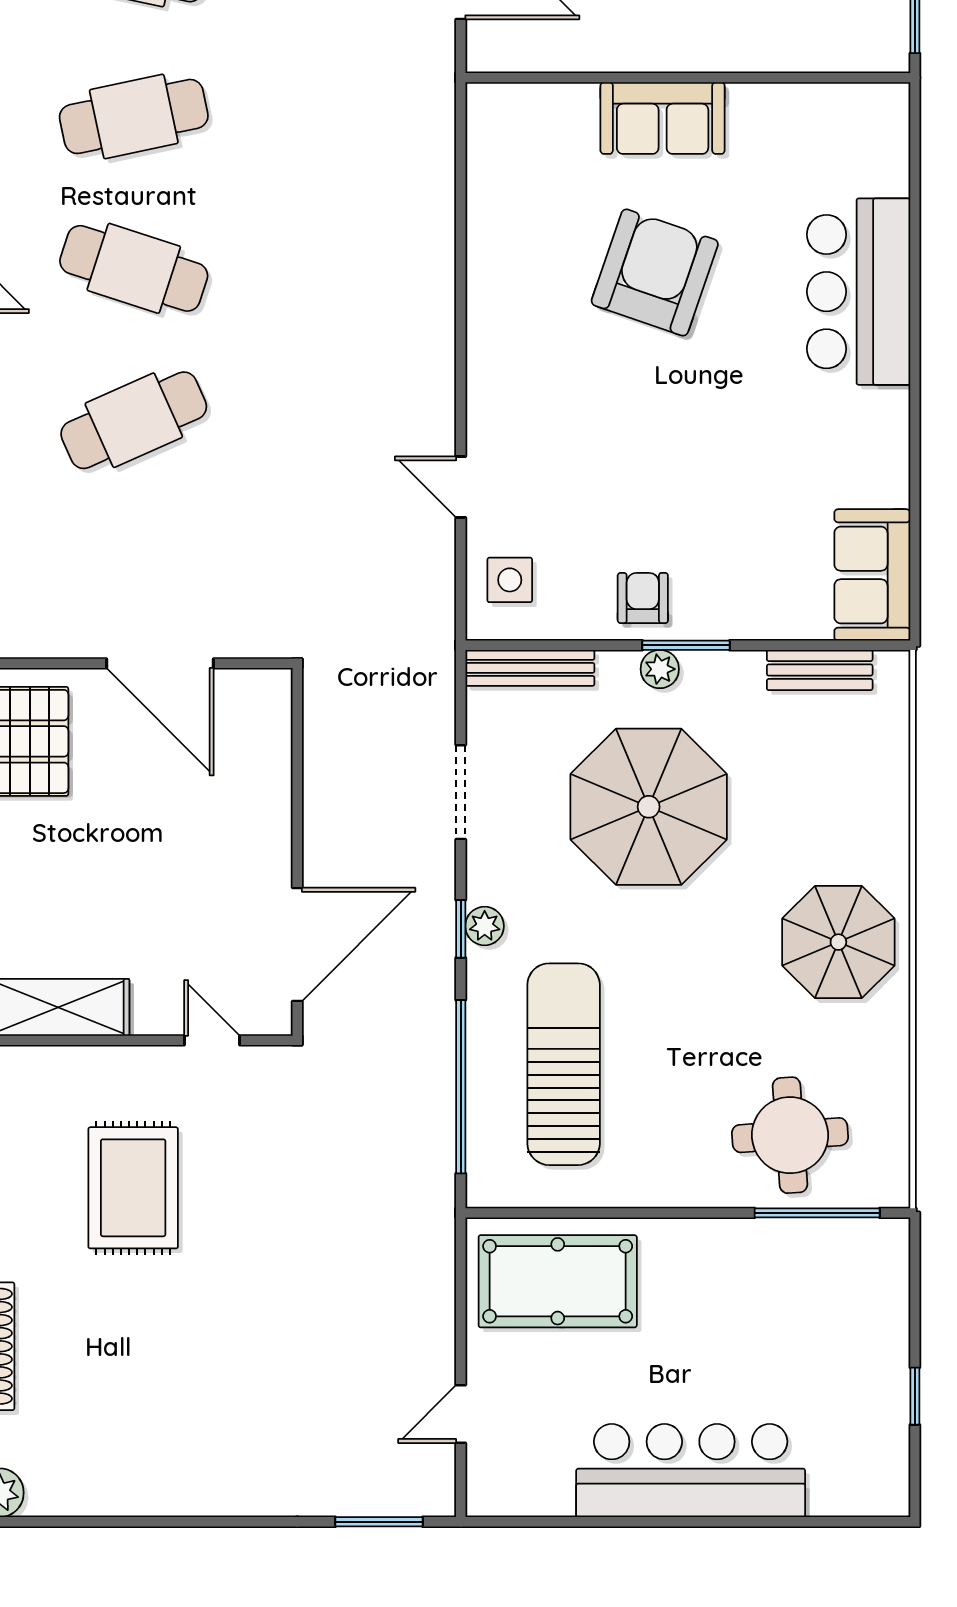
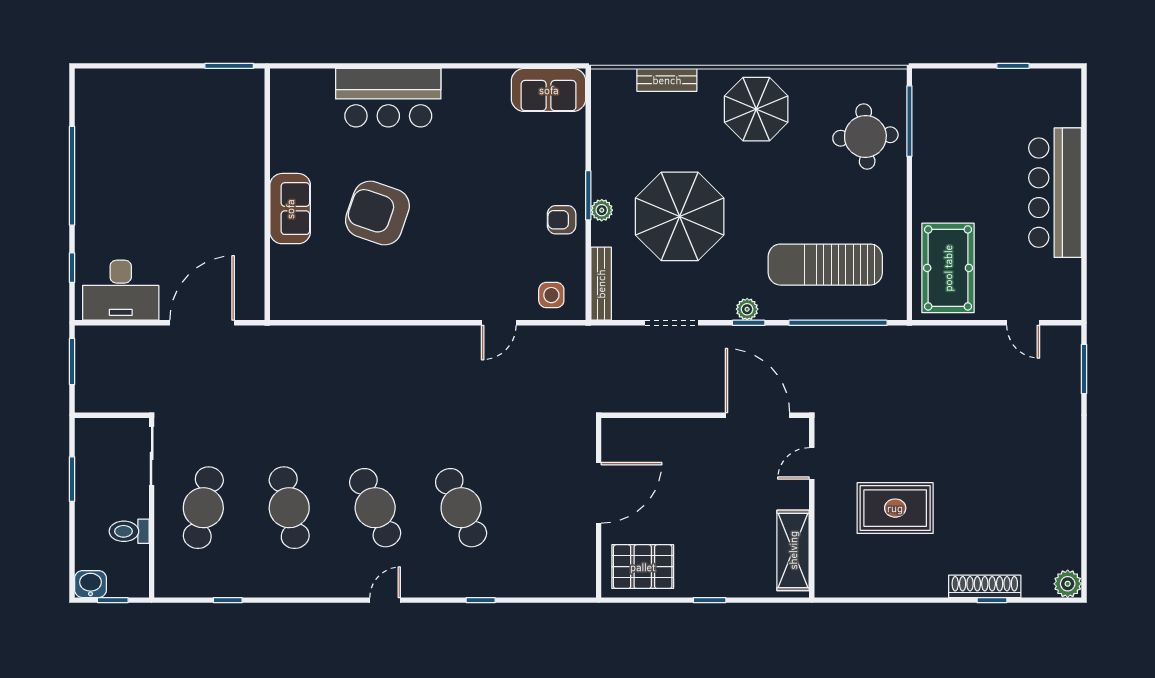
cafe table: (134, 268) -> (375, 508), turned -42
bench: (820, 670) -> (667, 80), moved, turned 90

